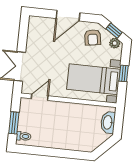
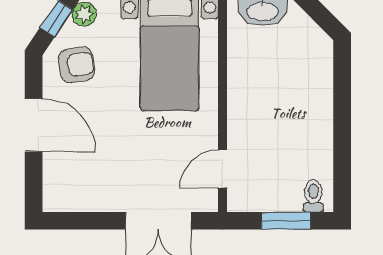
door: (40, 97) -> (222, 169), hinge flipped

